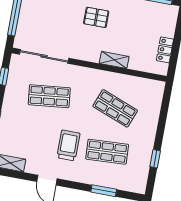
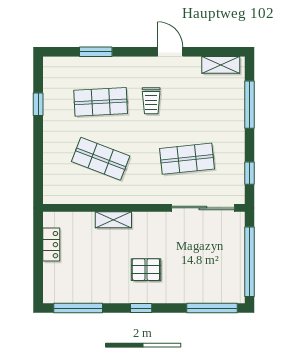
trolley: (68, 145) -> (151, 101), width x0.73, depth x0.72

